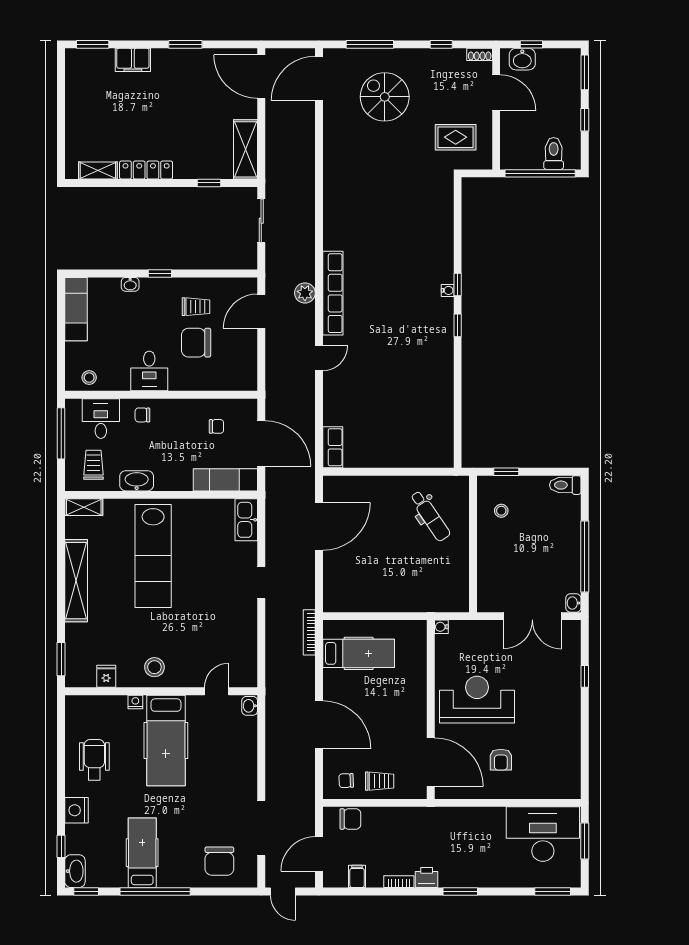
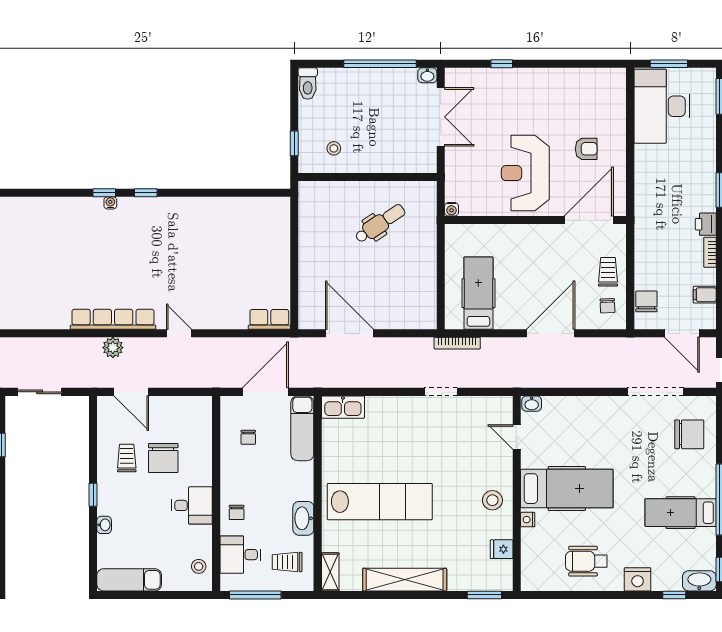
chair: (216, 426) -> (248, 437), turned 180
dental chair: (430, 516) -> (380, 224), moved
doorway: (261, 582) -> (441, 392), moved

